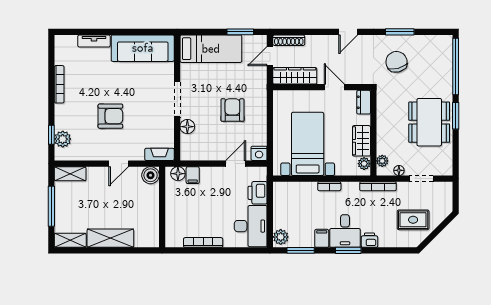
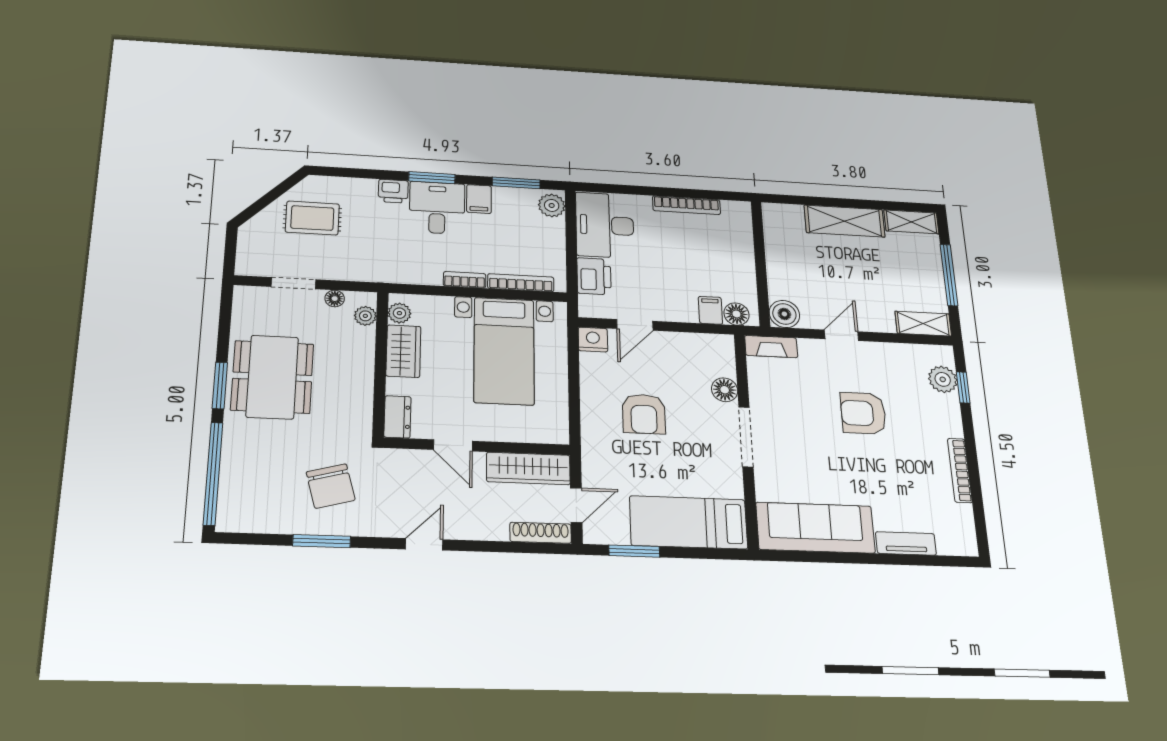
bookcase: (378, 186) -> (521, 283), moved

